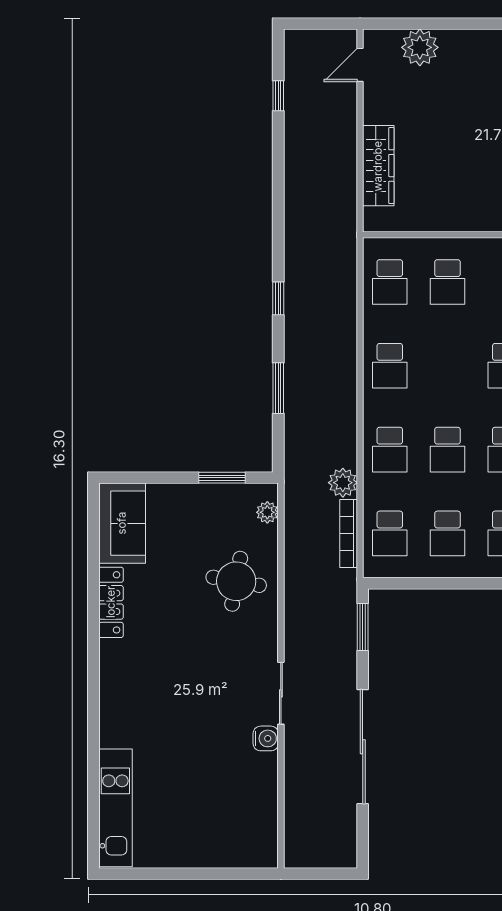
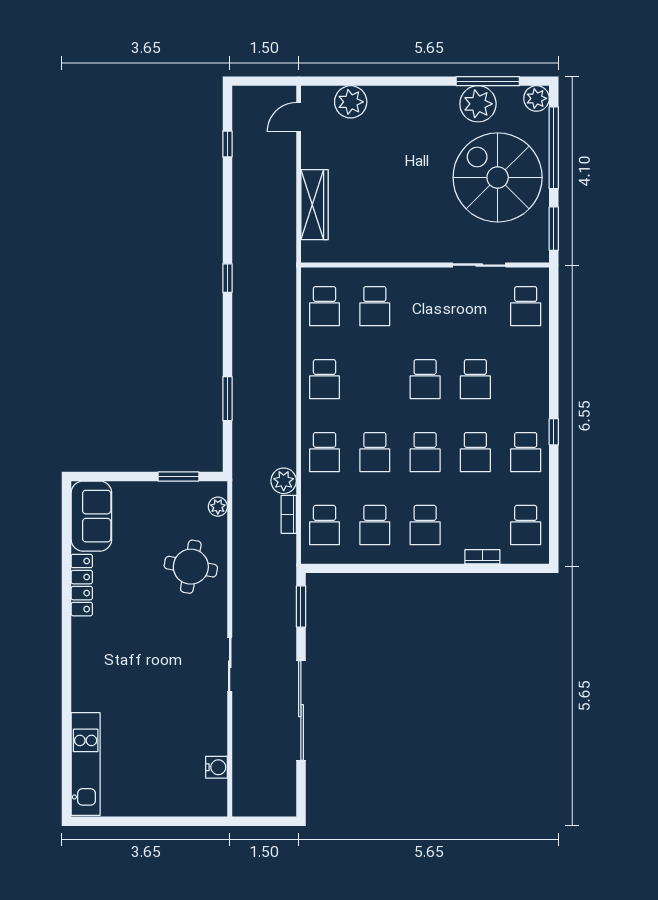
window: (278, 298) -> (227, 278), moved
bookcase: (349, 534) -> (289, 514), width x0.64
water cooler: (266, 738) -> (217, 767), moved

